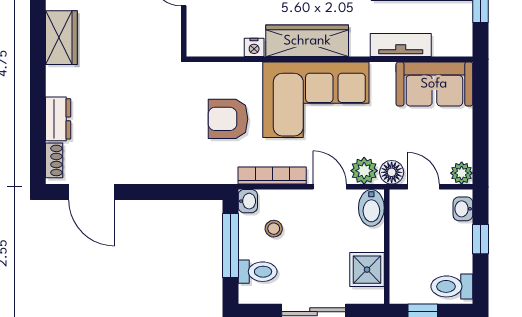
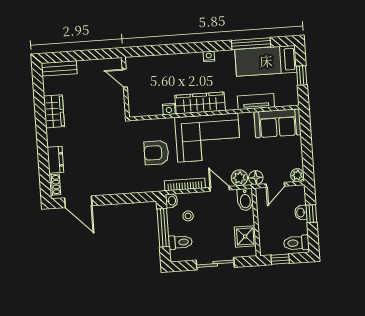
door: (423, 187) -> (275, 185), swing flipped
washbasin: (463, 209) -> (301, 213), moved

